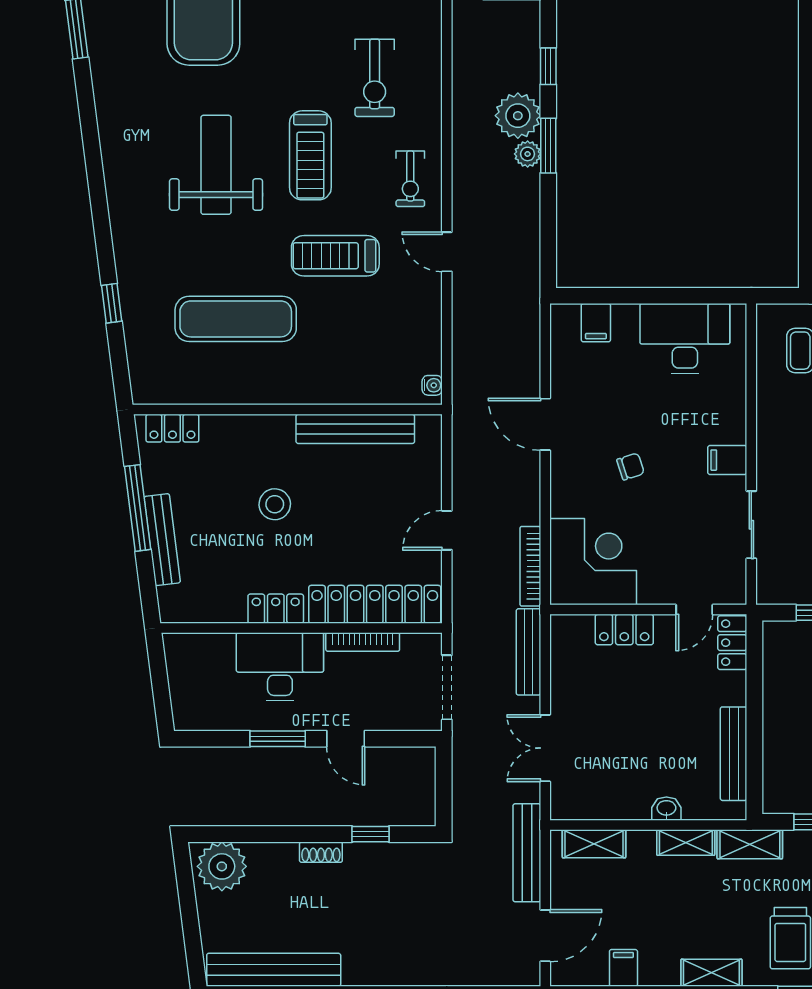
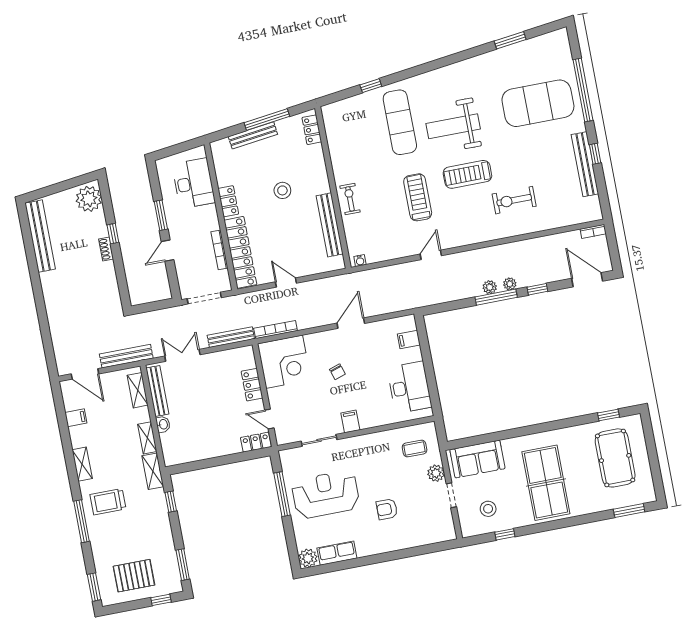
plant: (518, 116) -> (510, 284), width x0.53, depth x0.53
window: (548, 146) -> (496, 297), width x1.44
weight bench: (216, 165) -> (453, 126), turned 180
exercise bike: (410, 179) -> (350, 199), moved, turned 90
exercise mat: (236, 319) -> (400, 122), moved
desk: (280, 667) -> (193, 183), moved
bench: (734, 754) -> (157, 391), moved, turned 90
window: (371, 834) -> (113, 234), moved

